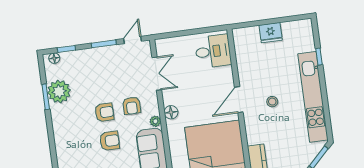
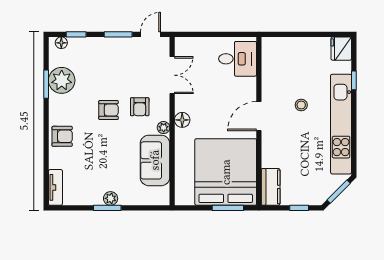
fridge: (271, 33) -> (341, 49), moved, turned 90
stool: (272, 102) -> (301, 105), moved
armchair: (110, 141) -> (62, 136), moved

